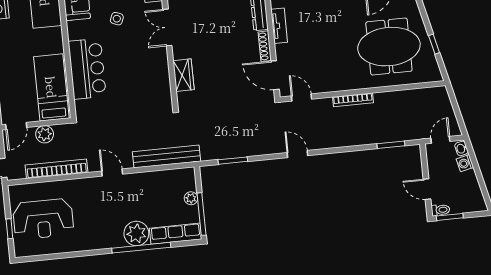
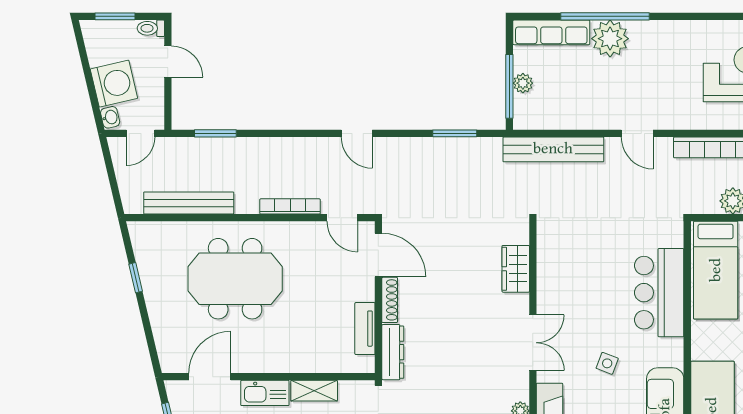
meeting table: (389, 47) -> (235, 279), moved
bench: (404, 97) -> (189, 203), added
bookcase: (353, 100) -> (290, 206), moved
washing machine: (465, 163) -> (114, 84), width x1.89, depth x1.89
window: (202, 214) -> (509, 86), moved
window: (450, 217) -> (115, 16), moved

